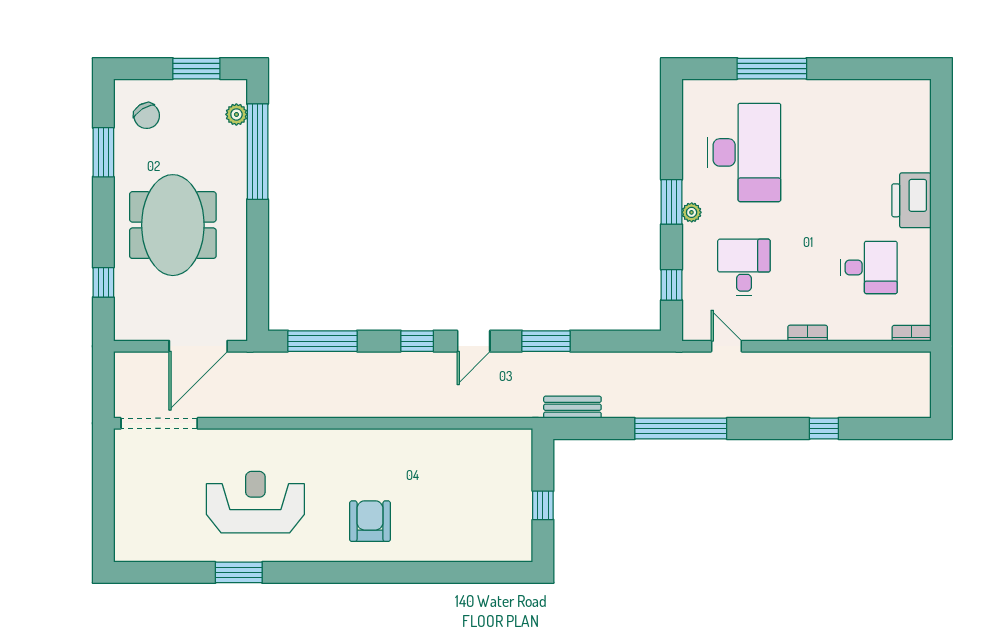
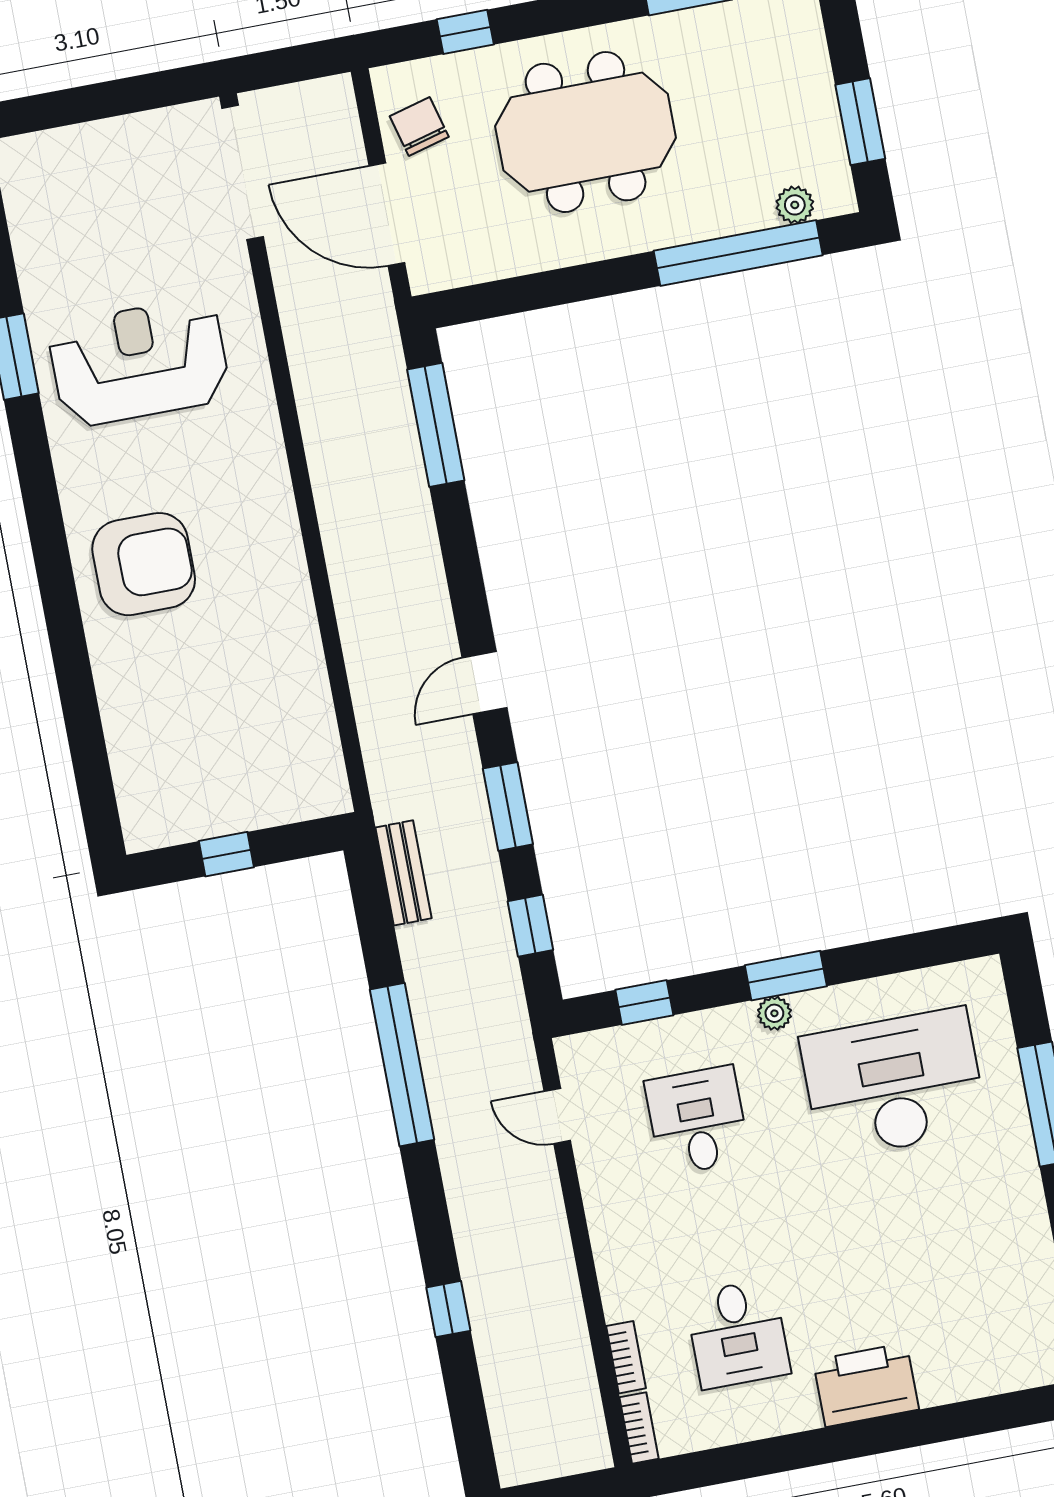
chair: (147, 116) -> (419, 126), moved, turned 107
desk: (744, 152) -> (894, 1084), turned 180
desk: (744, 267) -> (697, 1121), turned -90
bookcase: (808, 333) -> (626, 1357), moved
window: (417, 341) -> (530, 926), moved
door: (474, 341) -> (484, 683), hinge flipped
door: (726, 346) -> (557, 1116), swing flipped
reception desk: (255, 502) -> (139, 362), turned -90
armchair: (370, 521) -> (144, 564), width x1.36, depth x1.36

